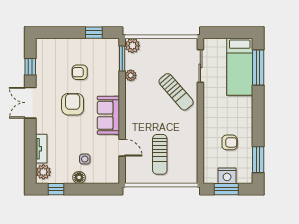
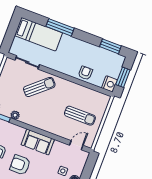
window: (258, 67) -> (60, 27), moved
armchair: (230, 142) -> (85, 73), moved
door: (122, 148) -> (76, 145), moved
nightstand: (227, 176) -> (109, 84), moved

